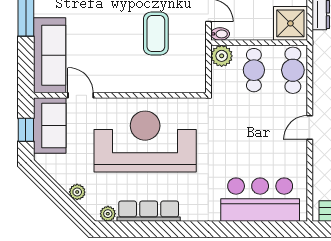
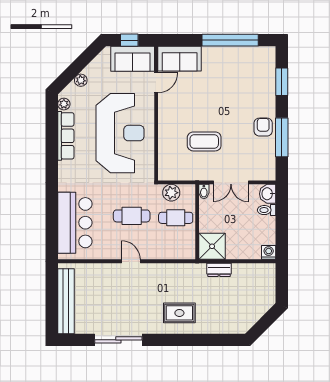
sofa: (50, 55) -> (180, 59), width x0.73
plant: (222, 56) -> (171, 193), moved
cafe table: (293, 70) -> (132, 216), moved

